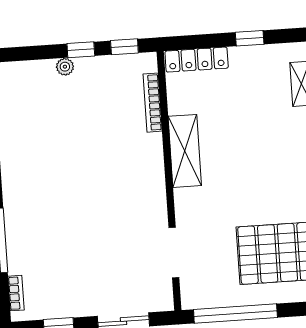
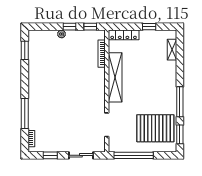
shelving: (185, 151) -> (115, 77), width x1.47

